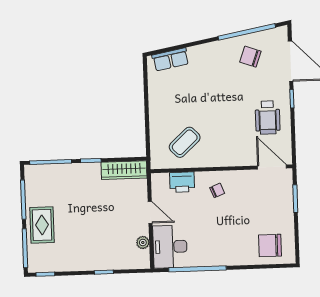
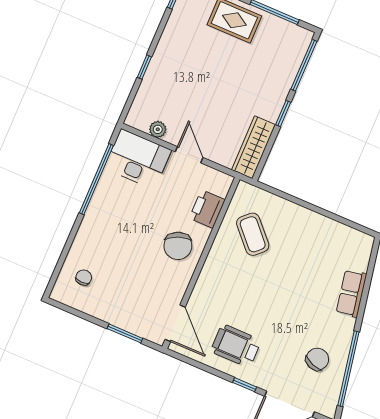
row of seats: (170, 59) -> (352, 293), moved
door: (272, 167) -> (175, 323), hinge flipped
chair: (217, 190) -> (178, 246), width x1.87, depth x1.87
door: (150, 212) -> (189, 155), swing flipped
chair: (270, 246) -> (84, 278), width x0.54, depth x0.54

